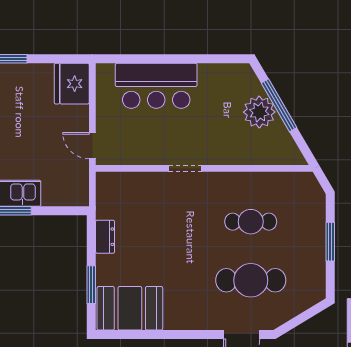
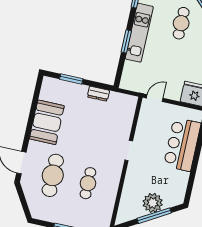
booth: (130, 308) -> (47, 122), moved

